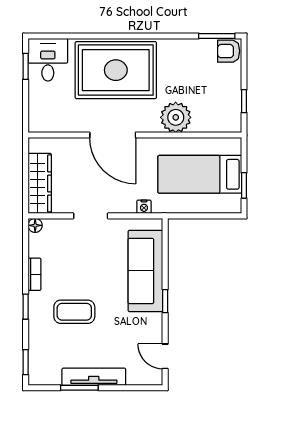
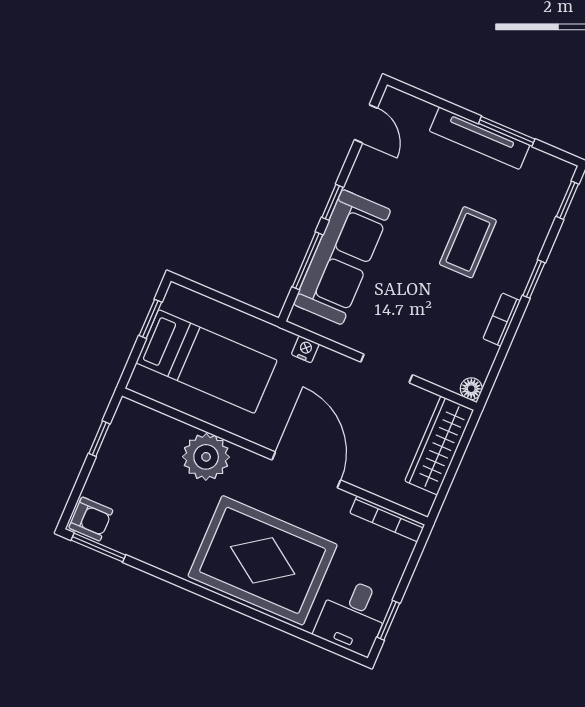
bookcase: (52, 126) -> (387, 519), added
window: (165, 260) -> (307, 261), added
coffee table: (74, 312) -> (468, 242), turned 90

